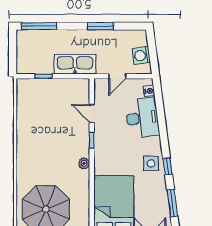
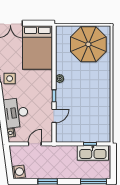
washing machine: (141, 55) -> (18, 172), moved
kitchen sink: (75, 64) -> (93, 153), moved
door: (92, 113) -> (54, 116), hinge flipped

